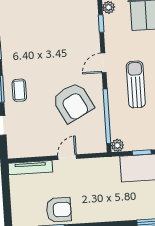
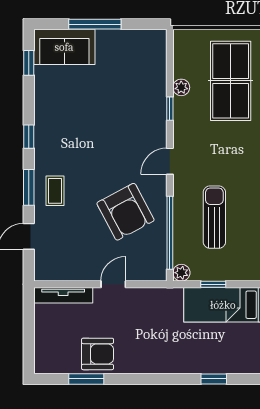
sun lounger: (136, 84) -> (214, 217), moved

